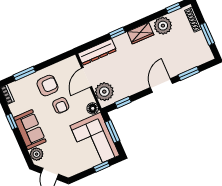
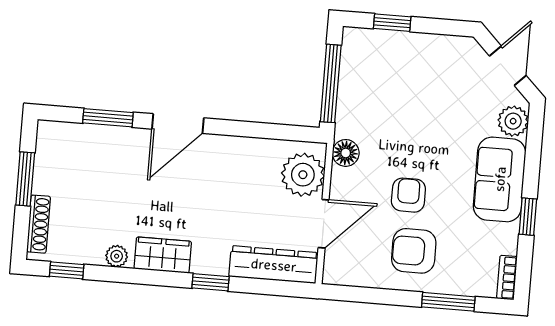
plant: (163, 26) -> (117, 256), width x0.53, depth x0.53
window: (123, 102) -> (276, 132), removed
window: (112, 131) -> (331, 83), width x1.44
corner sofa: (95, 141) -> (378, 84), removed

